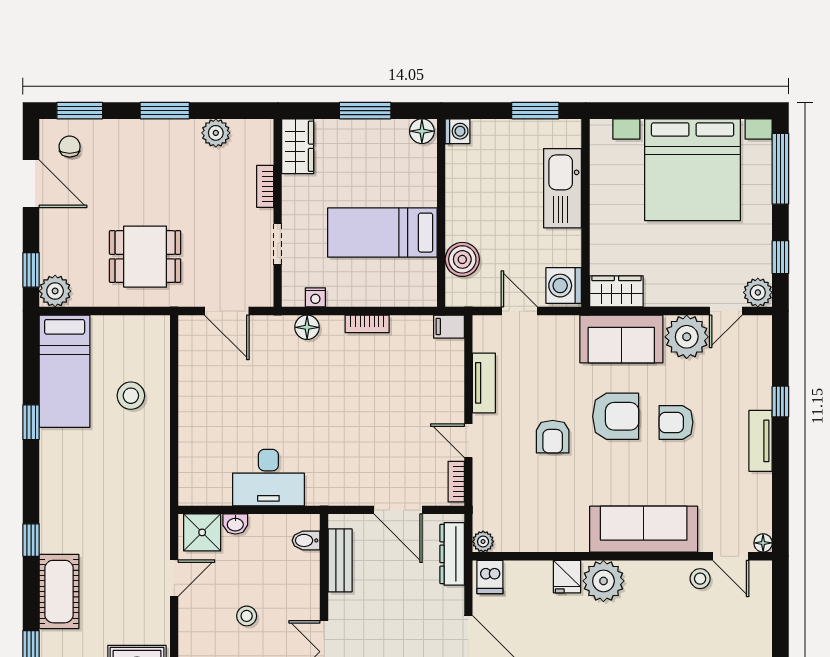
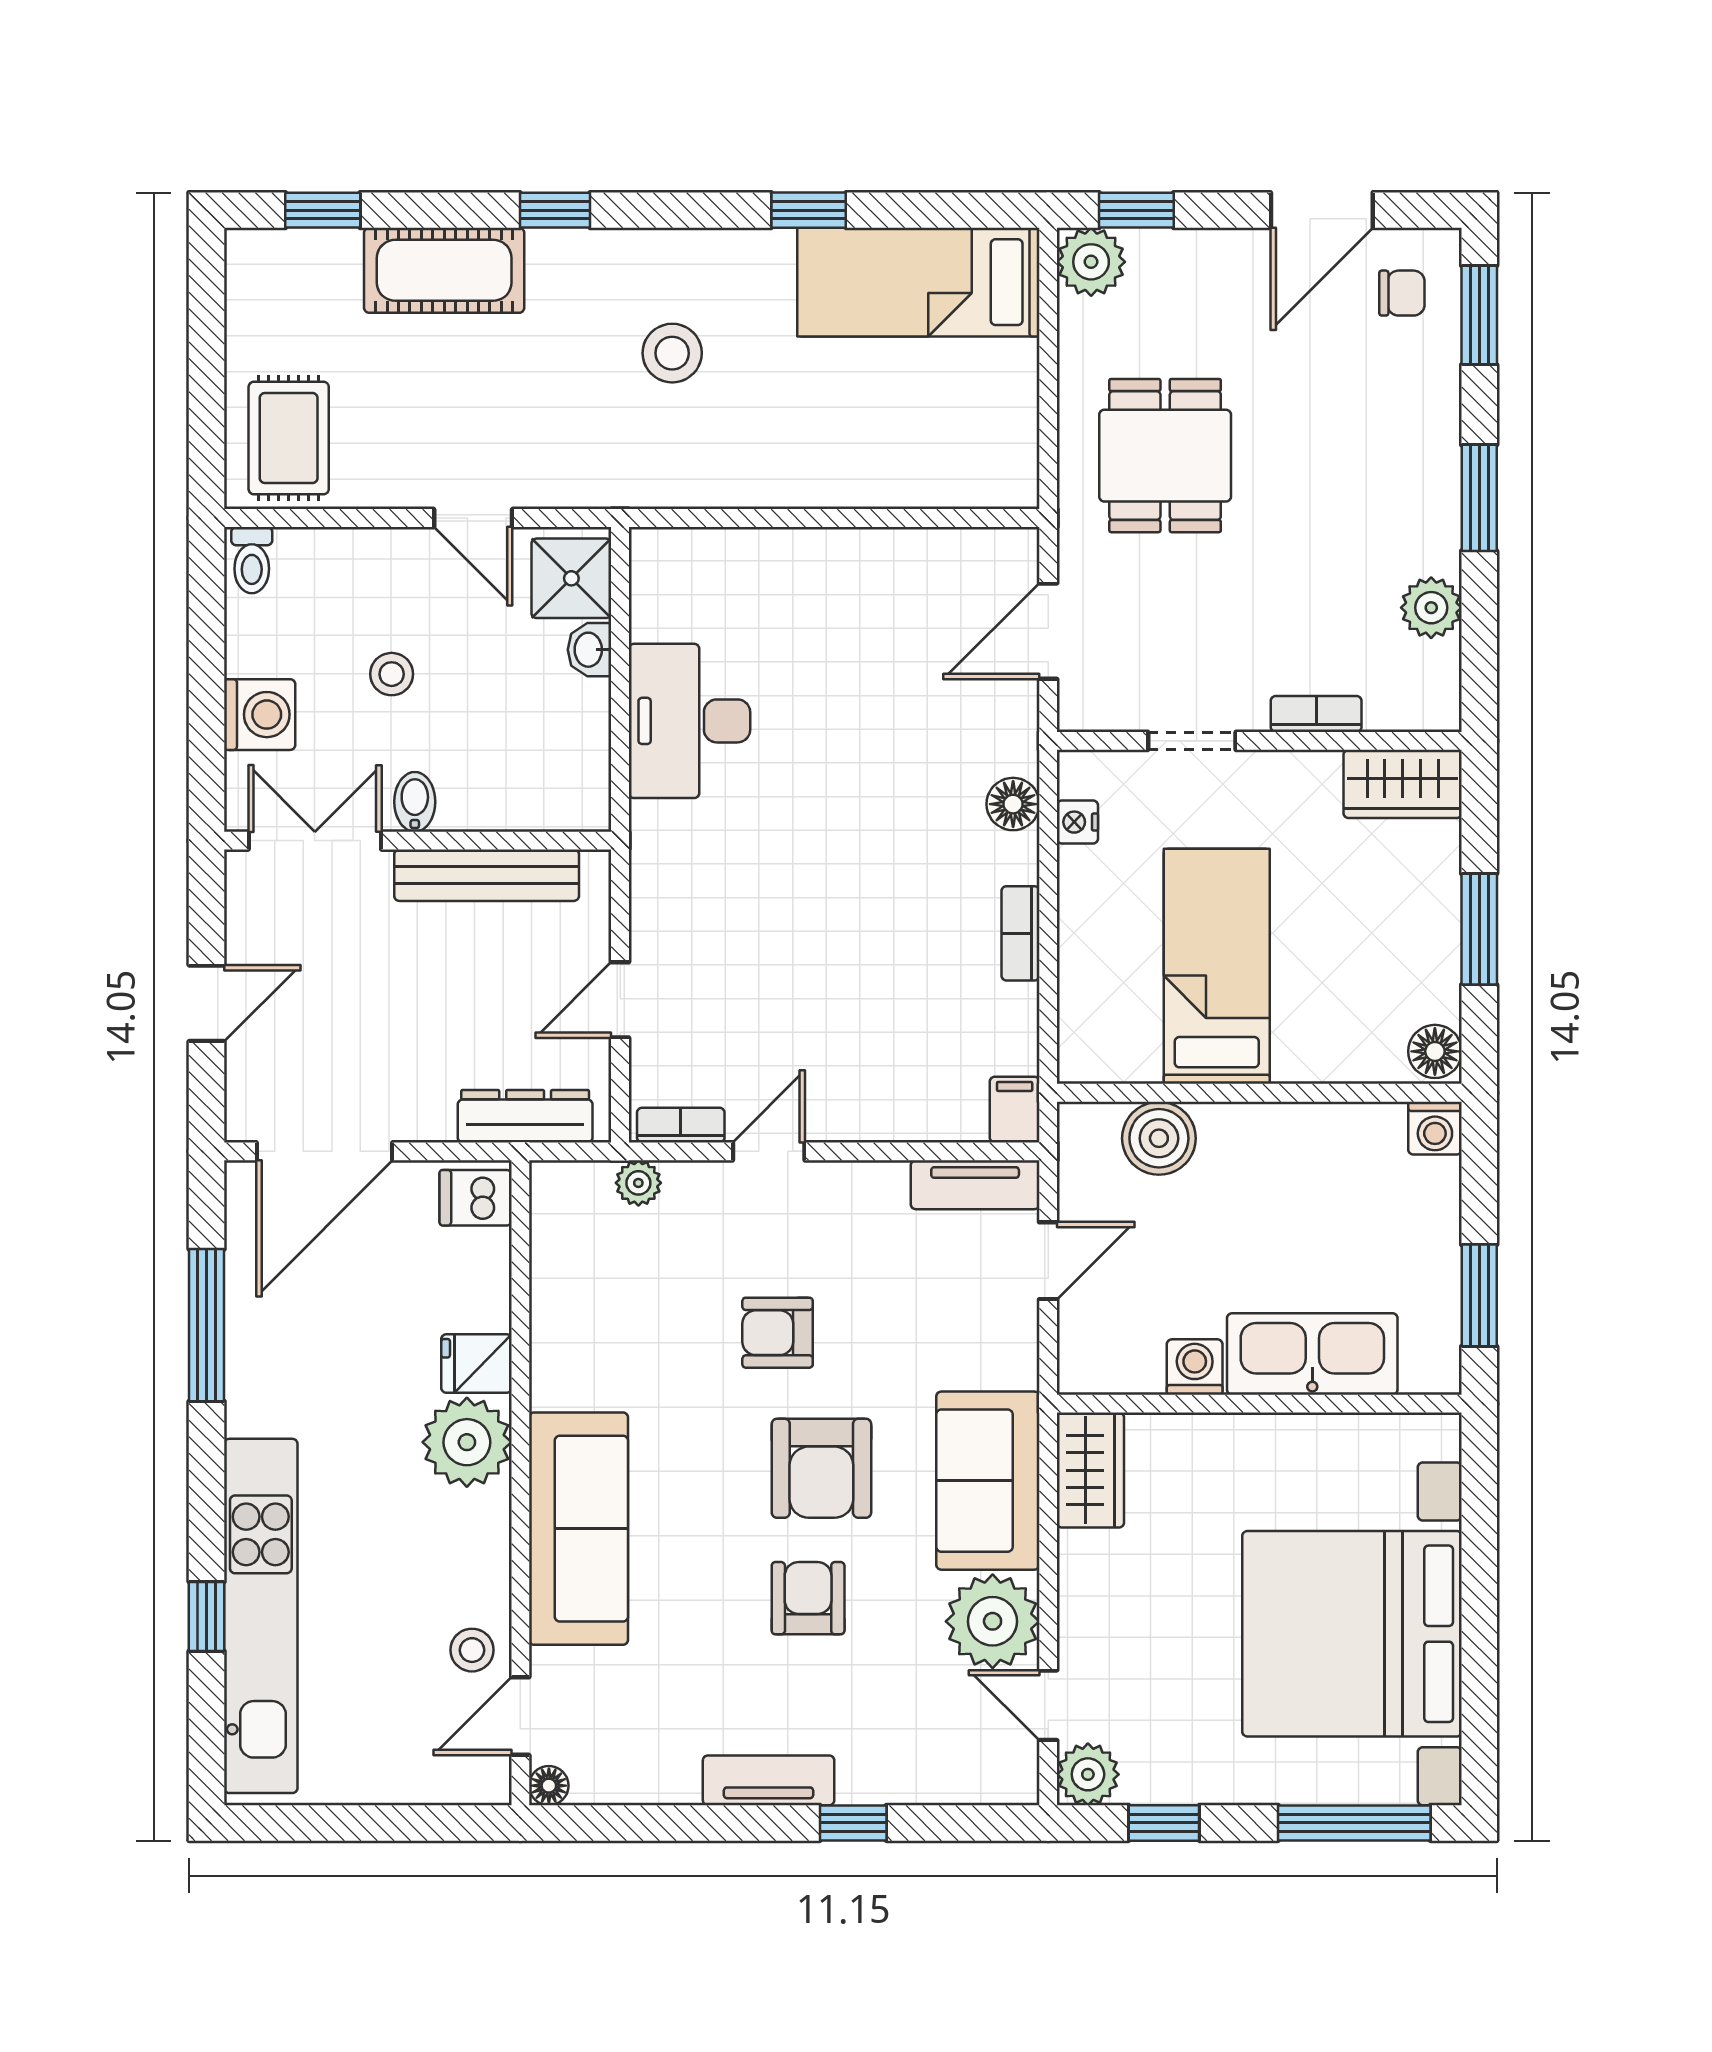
washing machine: (564, 286) -> (1195, 1367), moved, width x0.73, depth x0.73
tv unit: (484, 383) -> (975, 1185), moved
stool: (131, 396) -> (672, 353), moved
door: (398, 510) -> (620, 1000), width x0.73
bidet: (306, 540) -> (415, 802), moved
plant: (483, 542) -> (638, 1183), moved
bench: (340, 560) -> (487, 875), width x1.36

